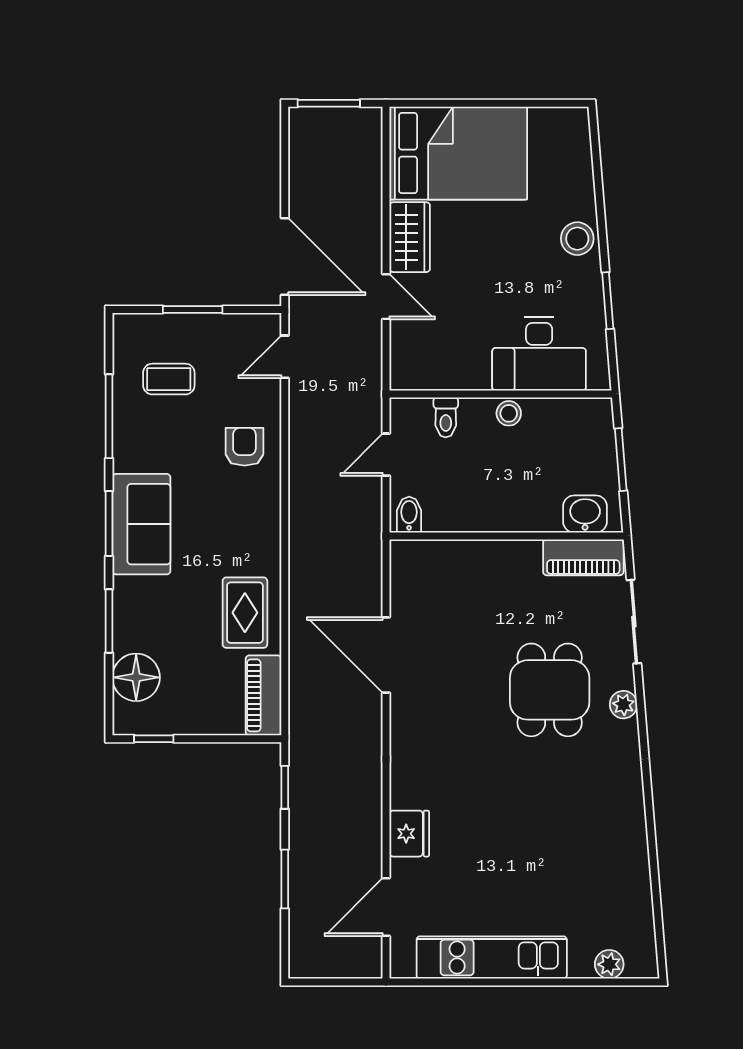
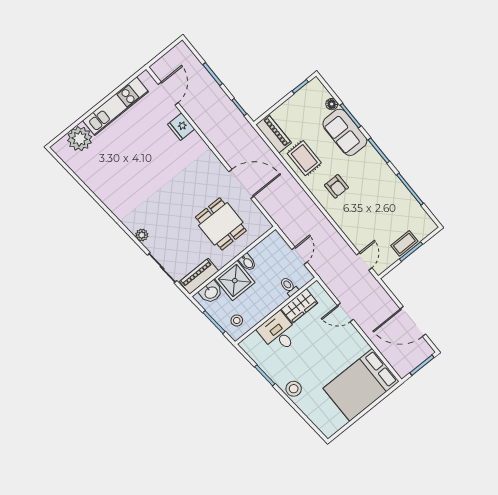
wardrobe: (410, 237) -> (299, 306), moved, turned -90
door: (285, 256) -> (413, 322), moved
desk: (539, 354) -> (278, 333), width x0.73
coffee table: (169, 379) -> (404, 243), moved
stool: (509, 413) -> (237, 320), moved
armchair: (244, 447) -> (336, 186), moved
shower: (529, 501) -> (235, 281), added
bidet: (409, 515) -> (247, 262), moved
sofa: (141, 524) -> (345, 132), moved
floor lamp: (136, 677) -> (332, 104), width x0.53, depth x0.53
dining table: (550, 690) -> (221, 224), moved
plant: (609, 964) -> (80, 139), width x1.88, depth x1.88

